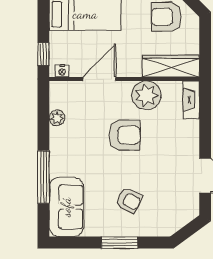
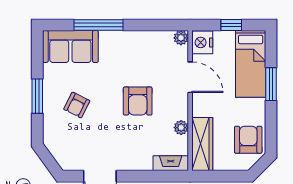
window: (43, 54) -> (231, 25), moved
nightstand: (62, 71) -> (202, 42), width x1.89, depth x1.79
plant: (146, 95) -> (181, 128), width x0.53, depth x0.53
plant: (57, 118) -> (181, 38), moved

